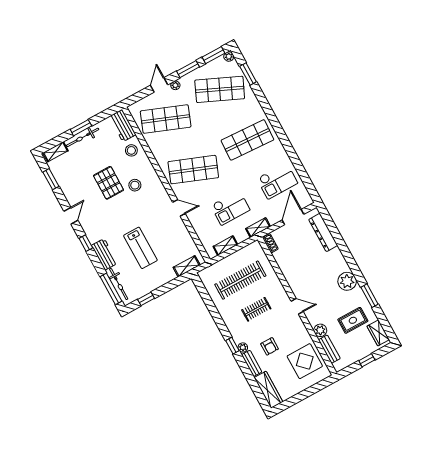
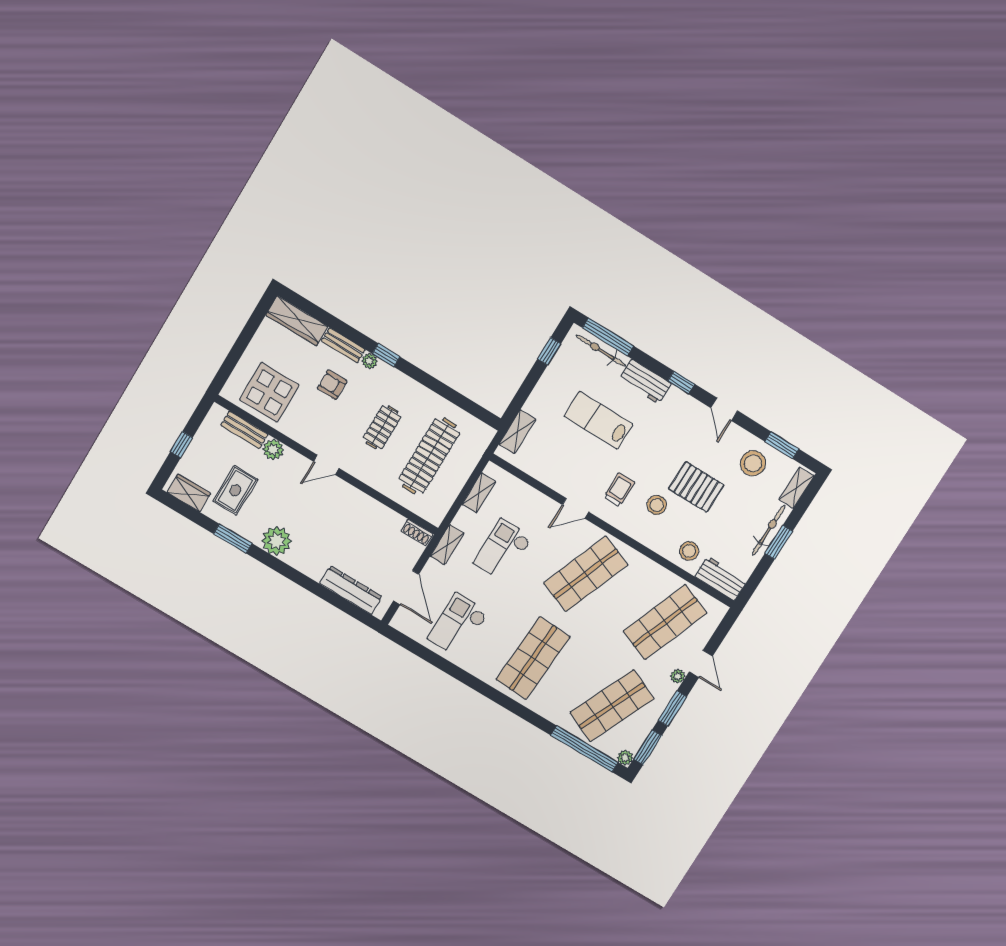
window: (248, 74) -> (584, 749), width x2.11
stool: (71, 178) -> (753, 463), added
trolley: (150, 205) -> (619, 490), added

